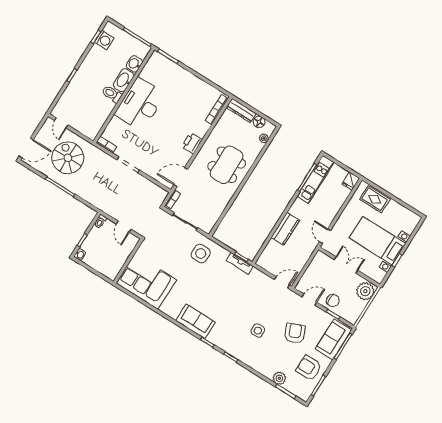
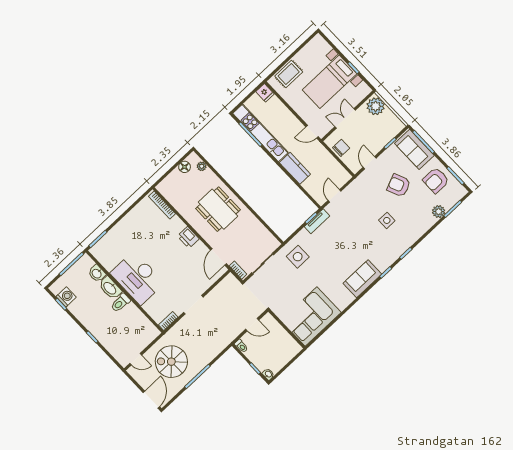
dresser: (241, 111) -> (169, 181), removed
kitchen unit: (316, 179) -> (261, 133), width x1.36
door: (282, 282) -> (335, 196), moved
chair: (333, 301) -> (341, 148), moved

